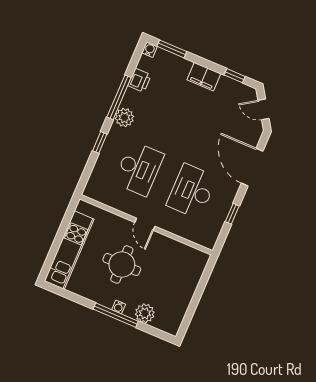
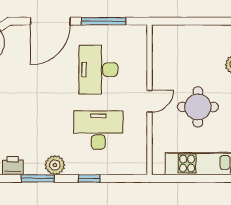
window: (119, 97) -> (38, 178), width x0.69
desk: (192, 191) -> (98, 70), turned 90
window: (232, 214) -> (103, 21), width x2.17

